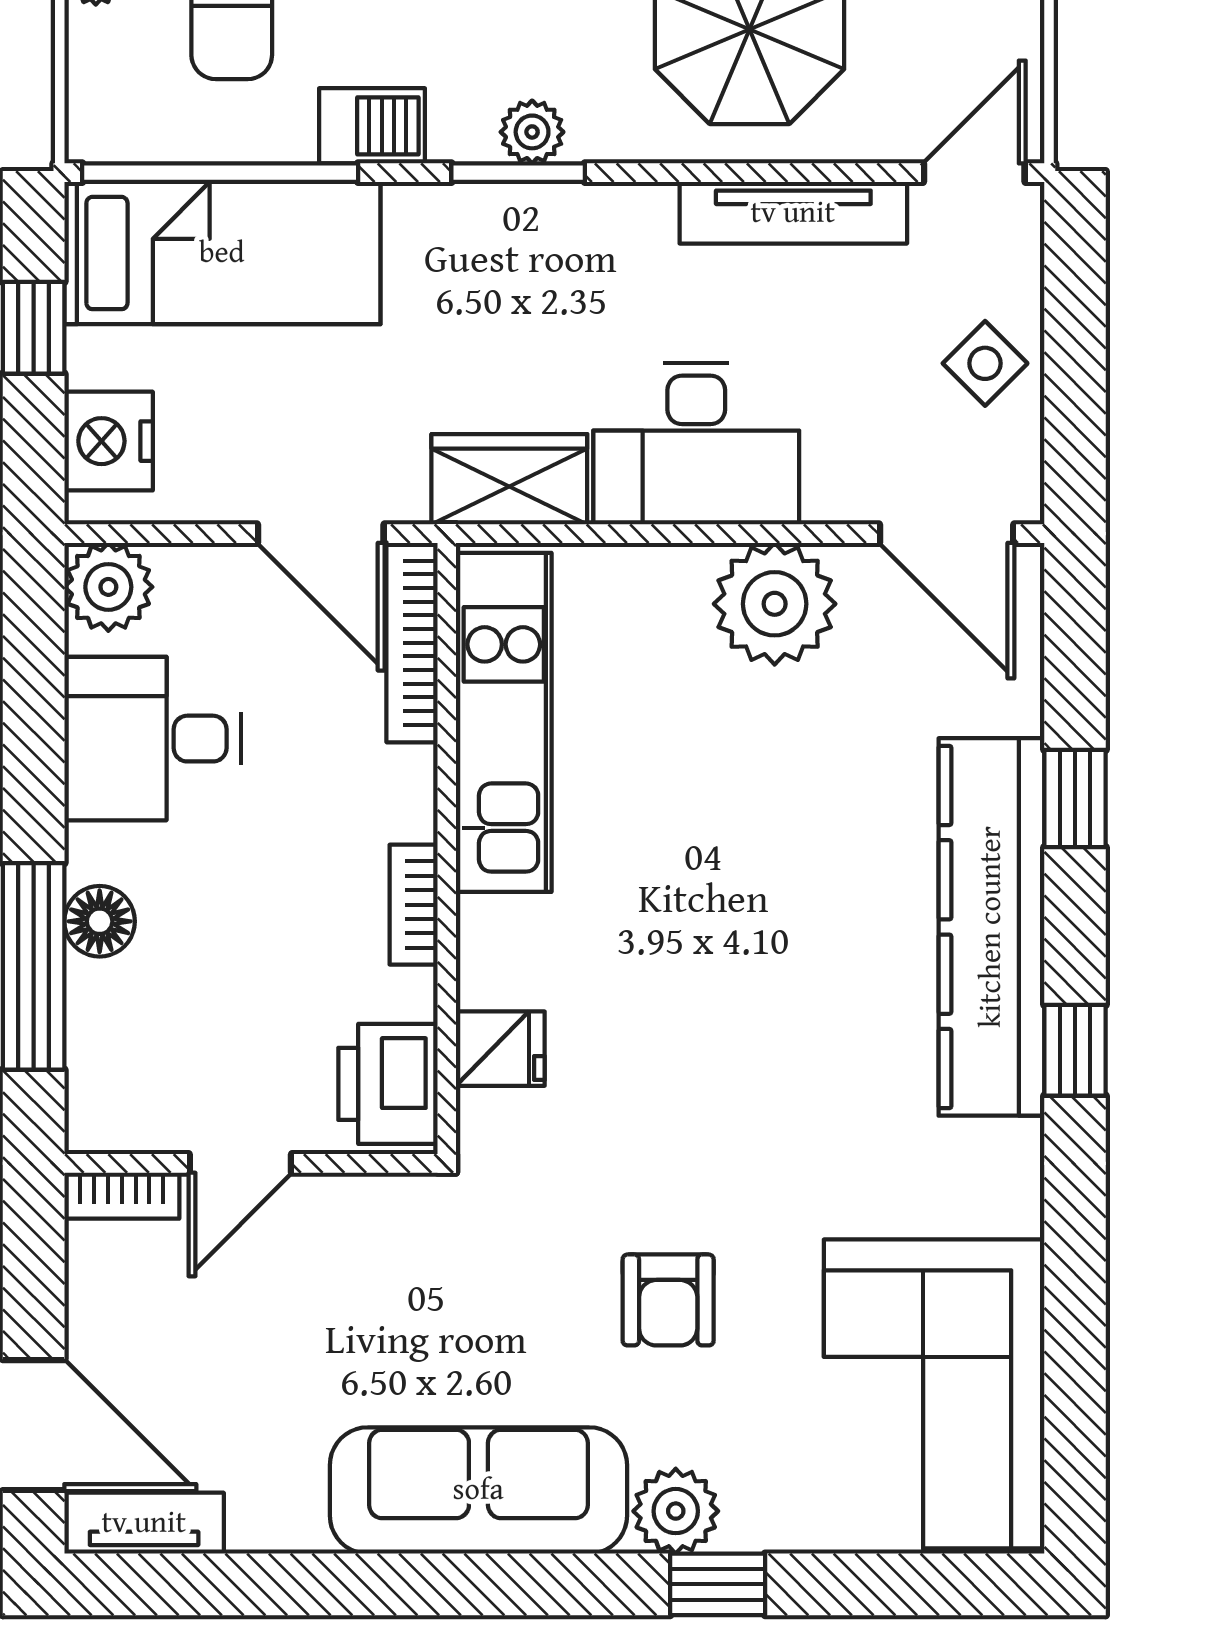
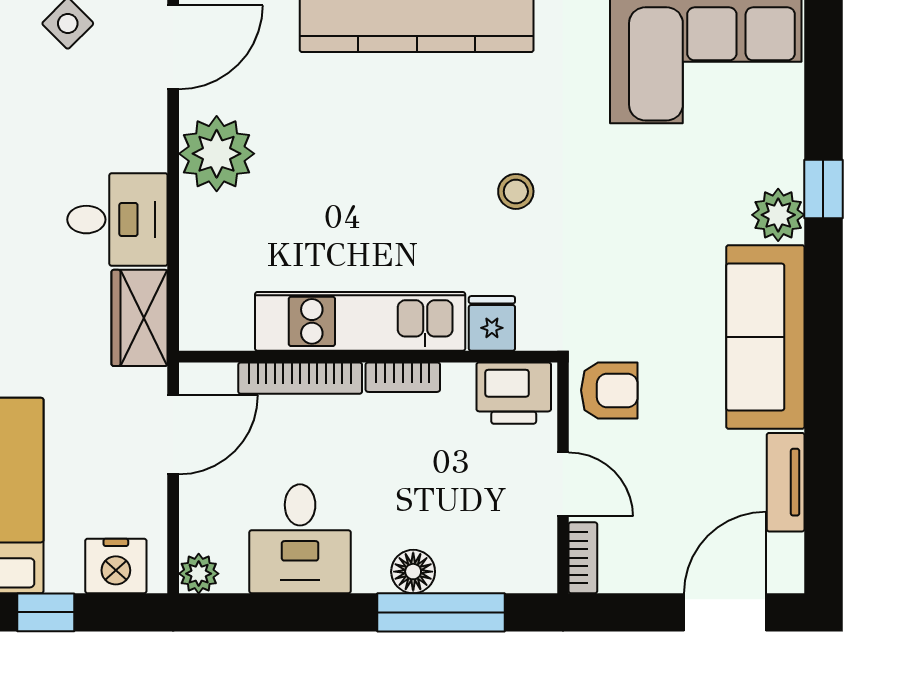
desk: (696, 444) -> (117, 220), width x0.73
plant: (108, 587) -> (199, 574), width x0.73, depth x0.73
bookcase: (412, 643) -> (300, 378), moved
kitchen unit: (504, 722) -> (360, 321), moved
stool: (714, 1087) -> (516, 191), added
armchair: (668, 1300) -> (609, 390), moved
tv unit: (144, 1523) -> (786, 482), moved

